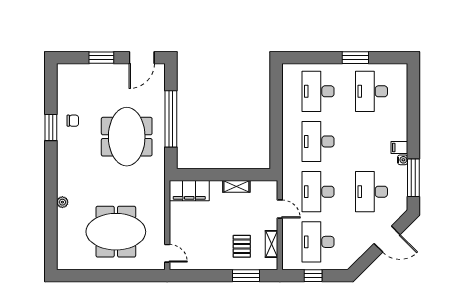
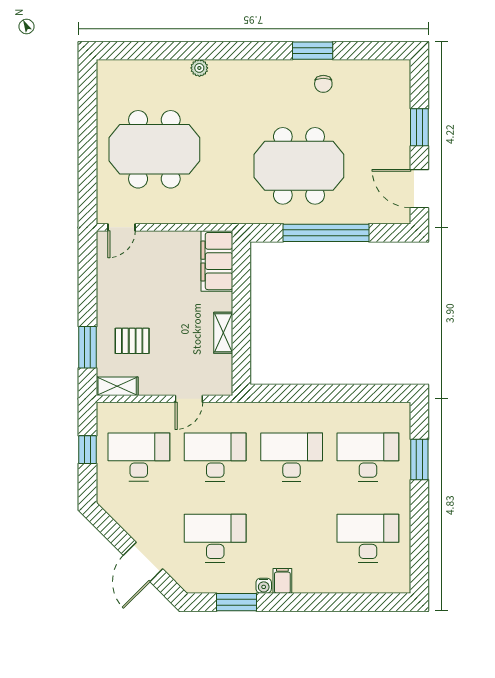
window: (355, 58) -> (419, 459), moved
window: (413, 178) -> (236, 602), width x0.69
meeting table: (116, 232) -> (154, 149), turned 90
shelving: (271, 244) -> (117, 386), moved

